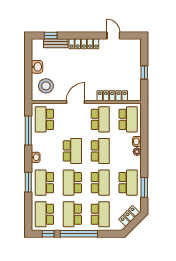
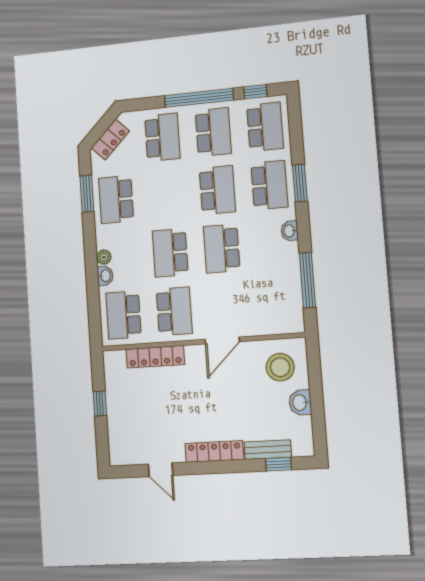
school desk: (44, 119) -> (278, 304), removed
school desk: (100, 119) -> (174, 311), turned 180
school desk: (100, 183) -> (166, 195), removed
school desk: (100, 214) -> (162, 137), turned 180

